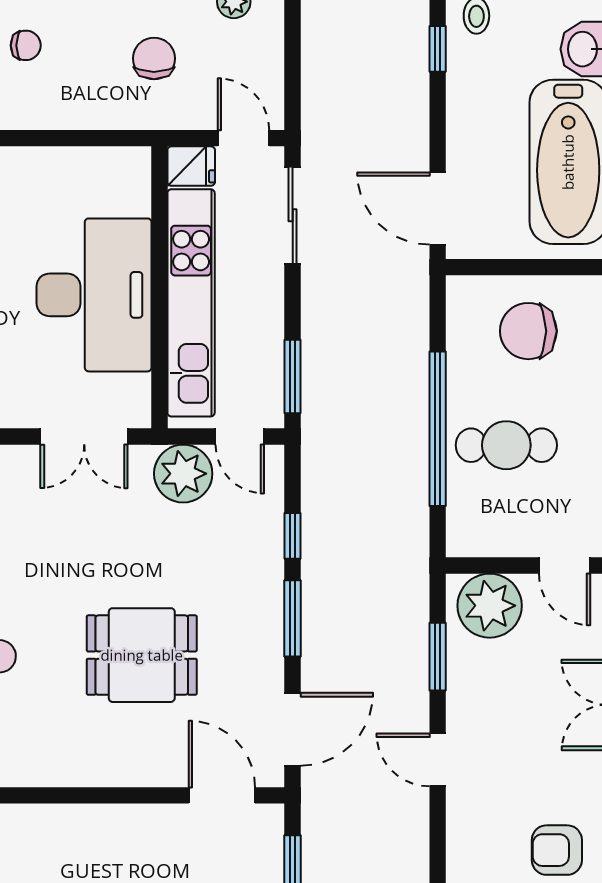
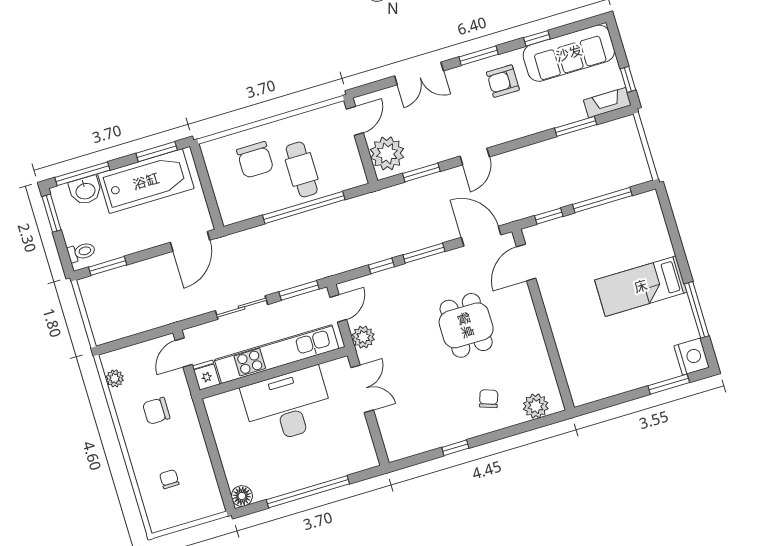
window: (438, 49) -> (108, 266), width x1.50
sliding door: (293, 215) -> (242, 308), moved
chair: (528, 331) -> (255, 160), moved
plant: (183, 474) -> (363, 337), width x0.73, depth x0.73
armchair: (557, 850) -> (503, 81), turned 90

